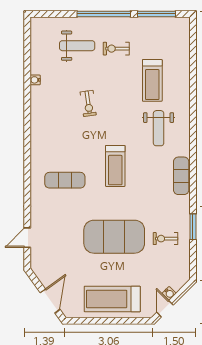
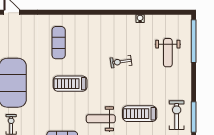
window: (104, 14) -> (194, 41), moved
exercise bike: (116, 49) -> (177, 115), moved, width x1.38, depth x1.39

